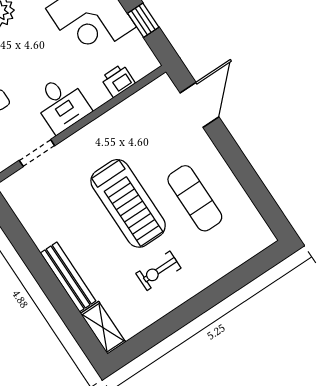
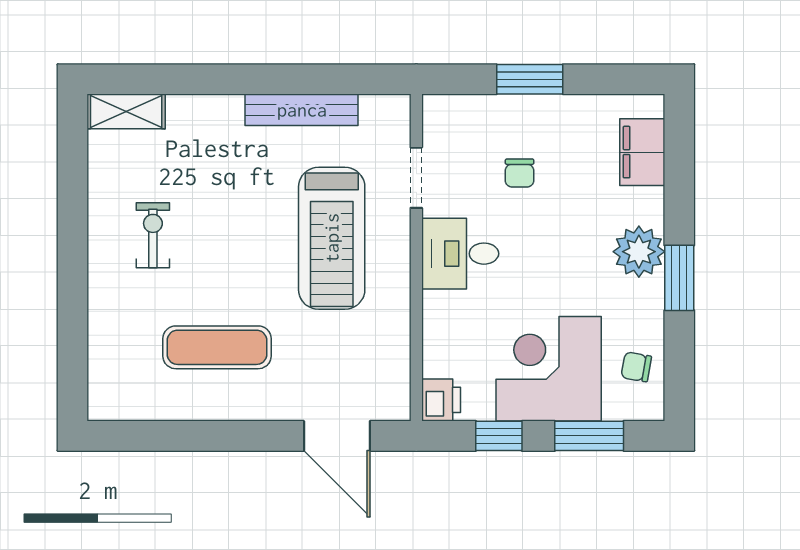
printer: (118, 81) -> (441, 400), moved
treadmill: (128, 203) -> (332, 238), moved, turned -90
bench: (68, 277) -> (302, 110), moved

